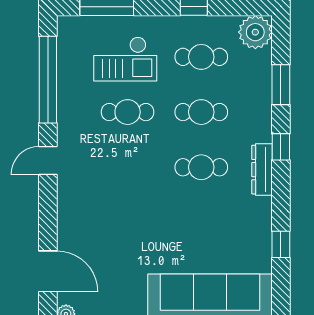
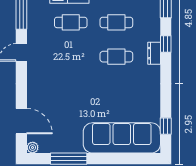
dresser: (262, 170) -> (154, 53), width x0.70
window: (281, 244) -> (166, 126), moved

